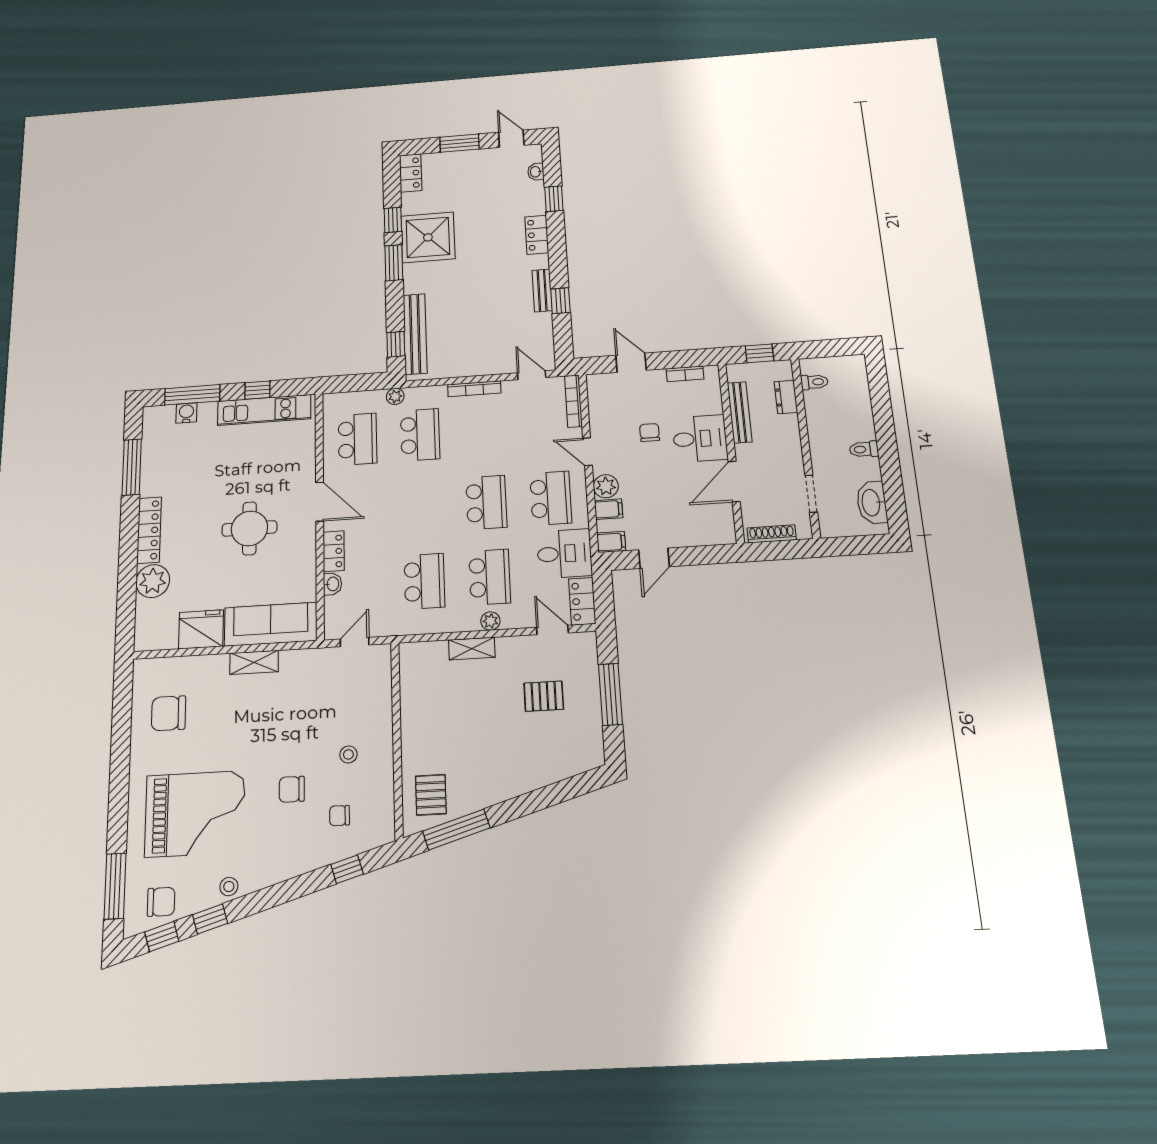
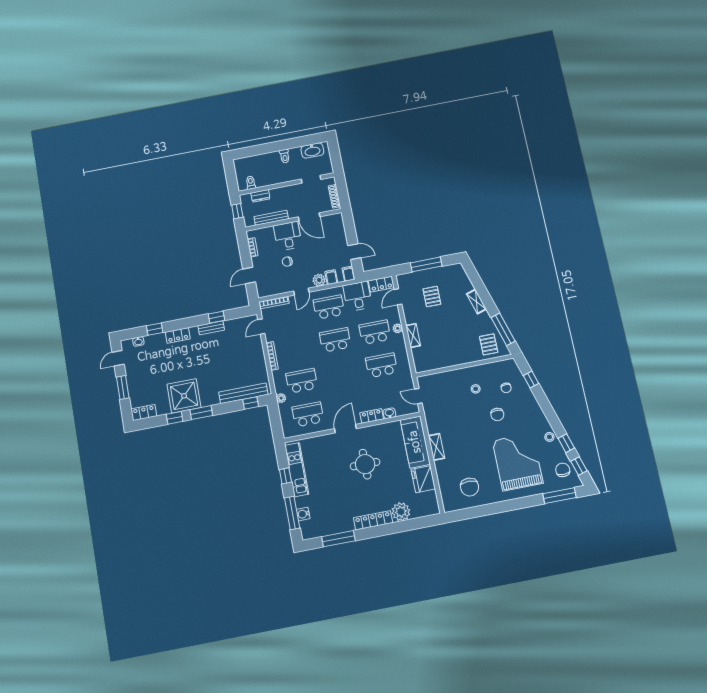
shelving: (521, 784) -> (476, 302), added
pallet: (431, 795) -> (489, 344), turned 90

